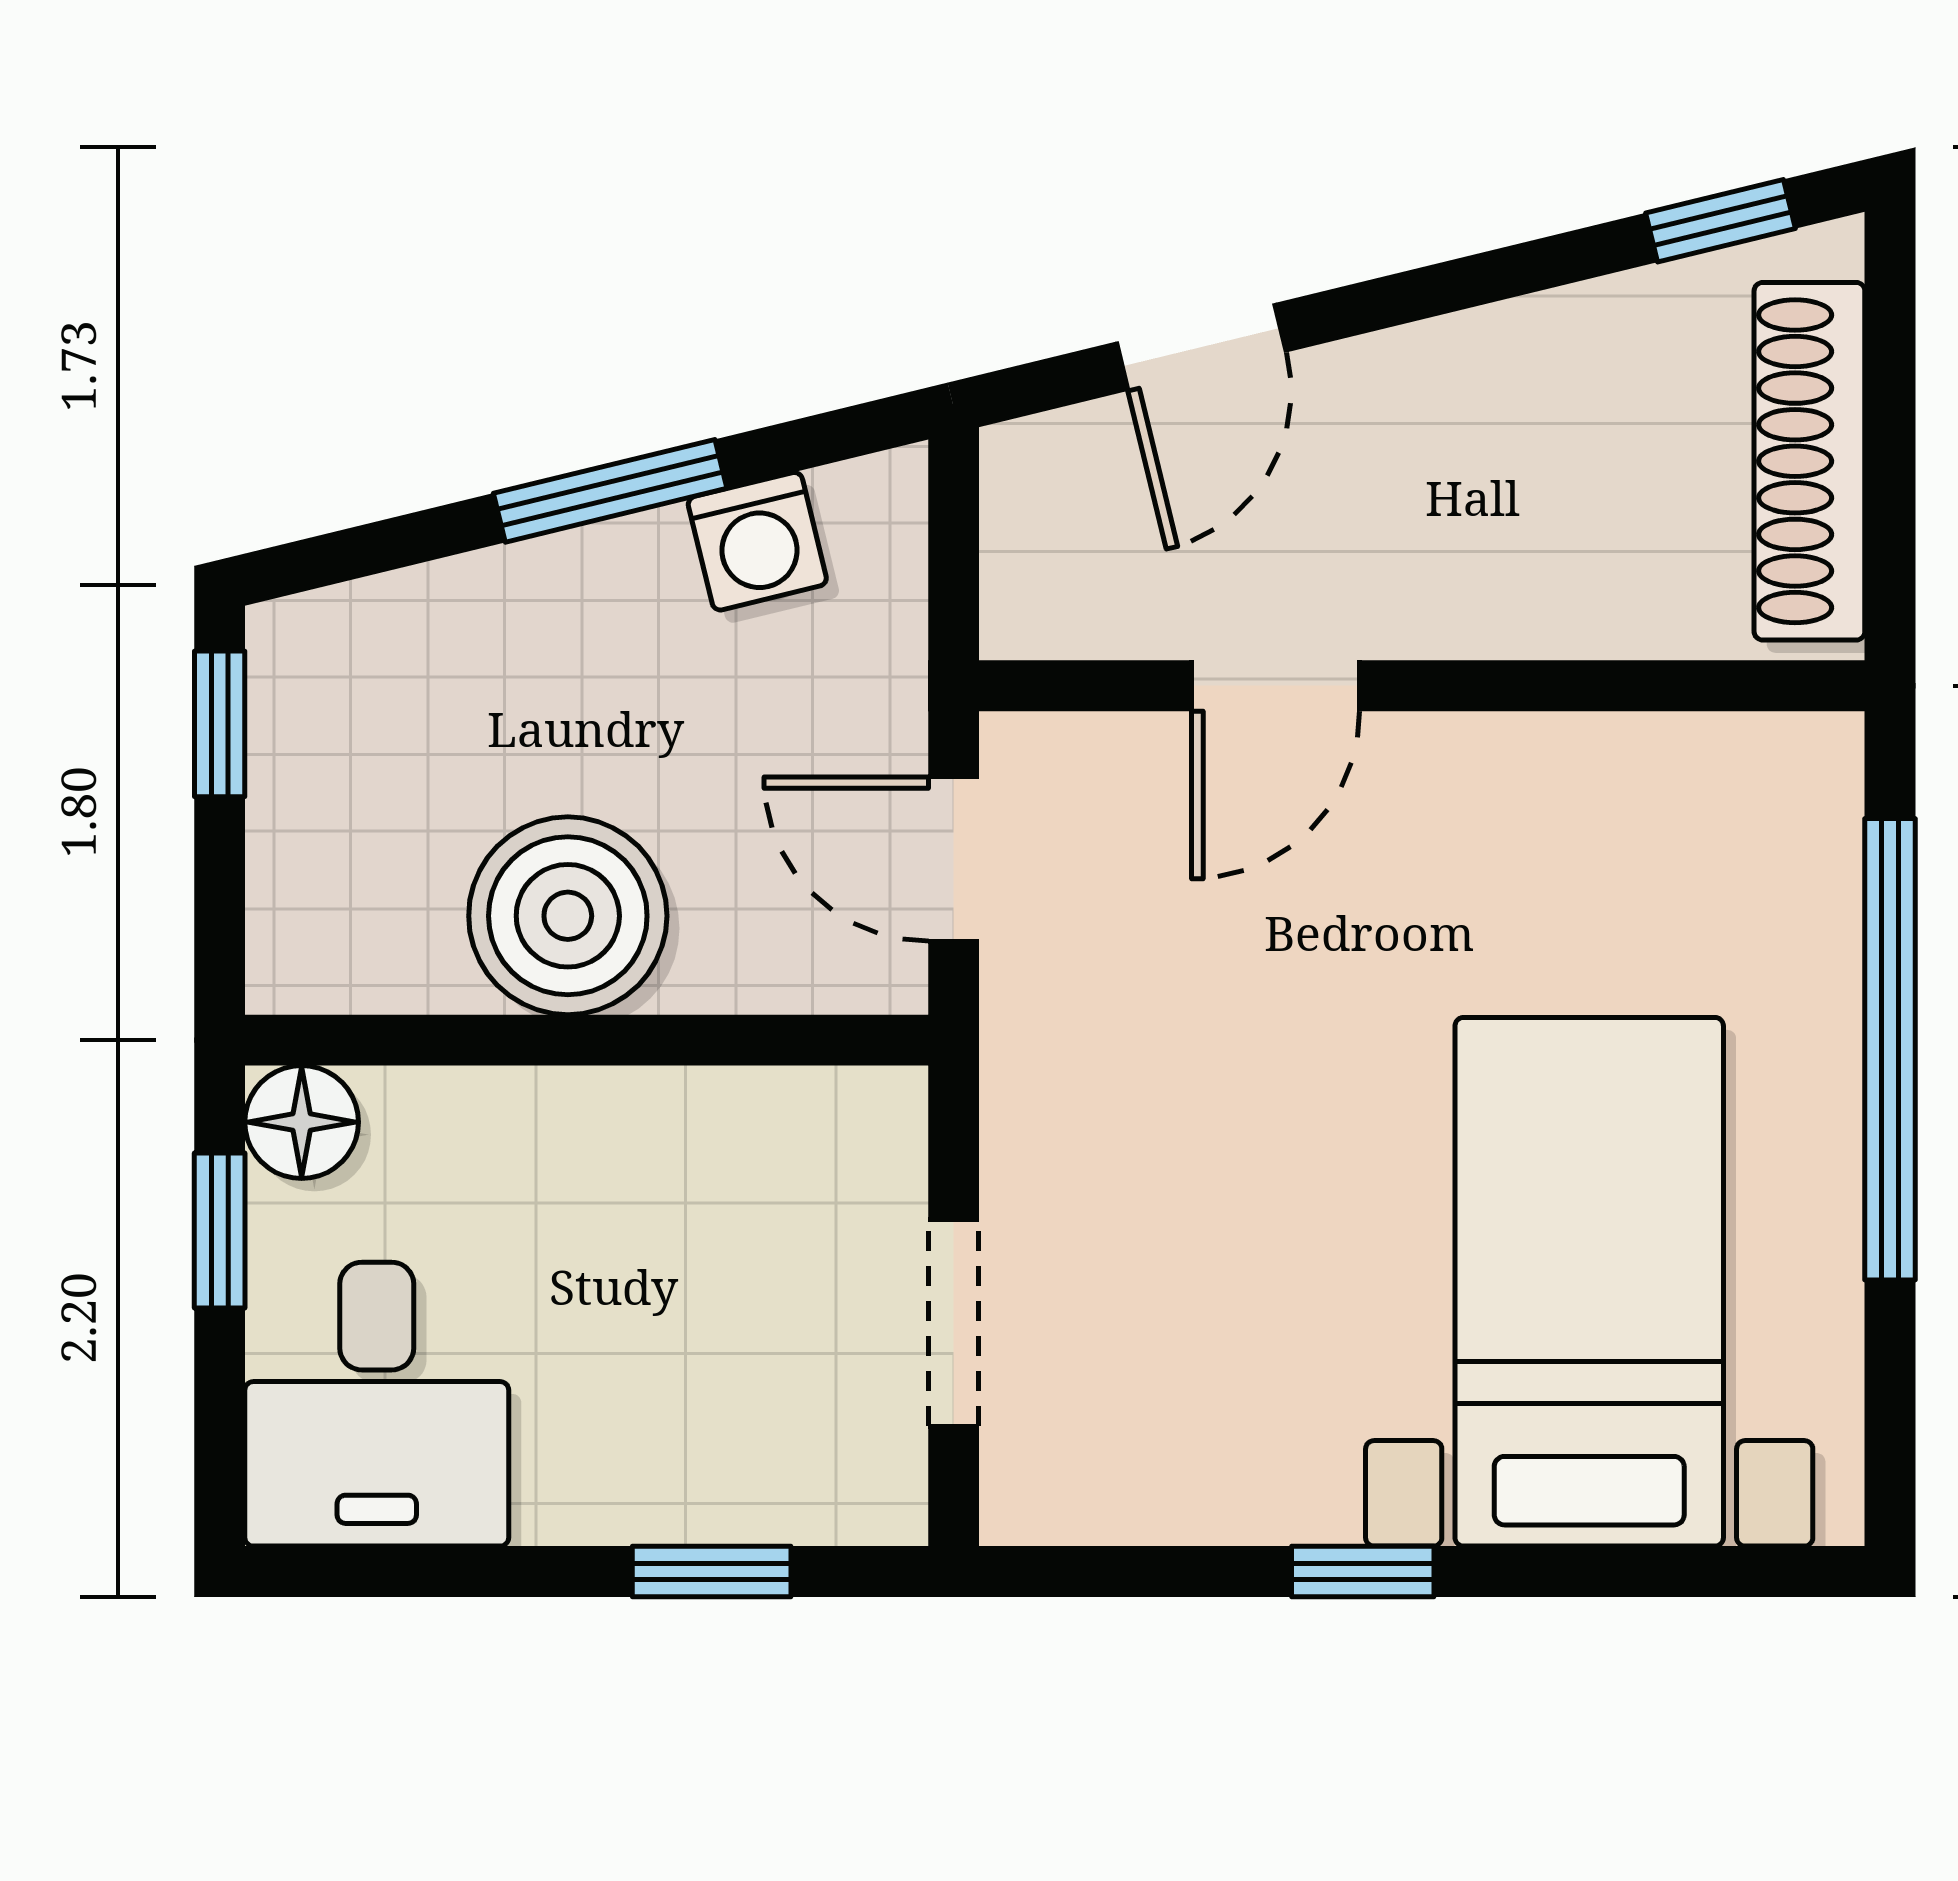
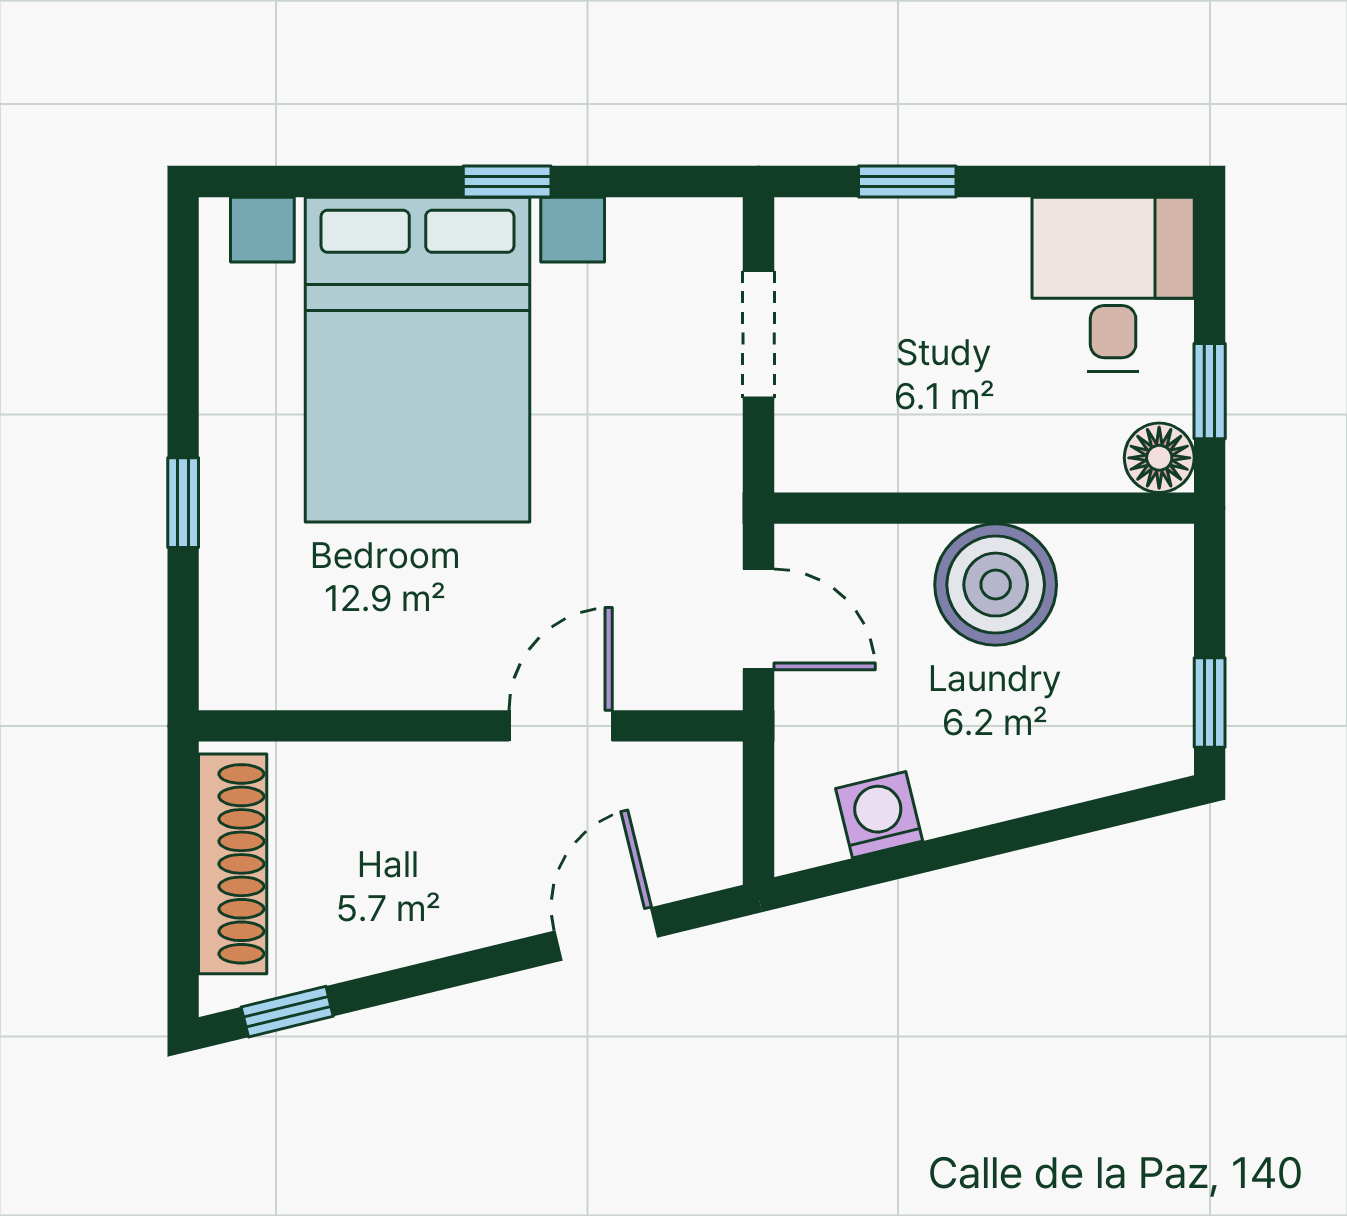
window: (610, 491) -> (970, 846), removed
window: (1890, 1049) -> (183, 503), width x0.32
bed with nightstands: (1589, 1282) -> (418, 360), width x1.36

